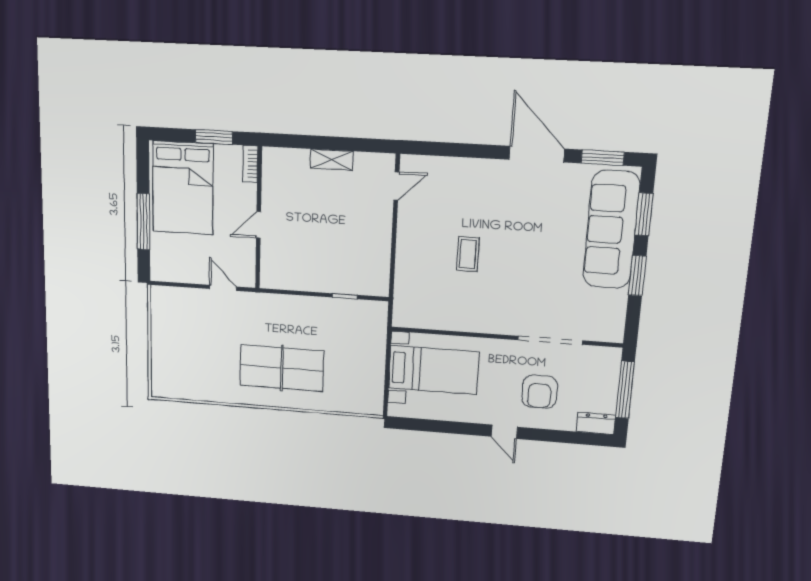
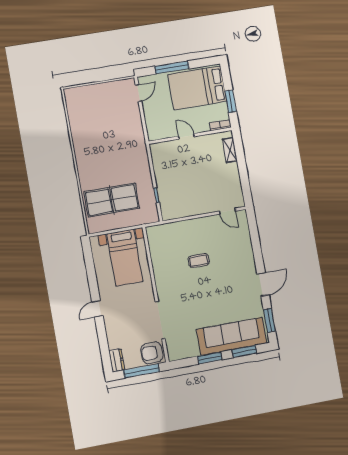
door: (537, 154) -> (263, 284), width x0.73
shelving: (332, 160) -> (230, 150), moved
door: (223, 288) -> (138, 93), moved
table tennis table: (282, 368) -> (112, 200), moved, turned 90
armchair: (540, 392) -> (152, 353), moved

